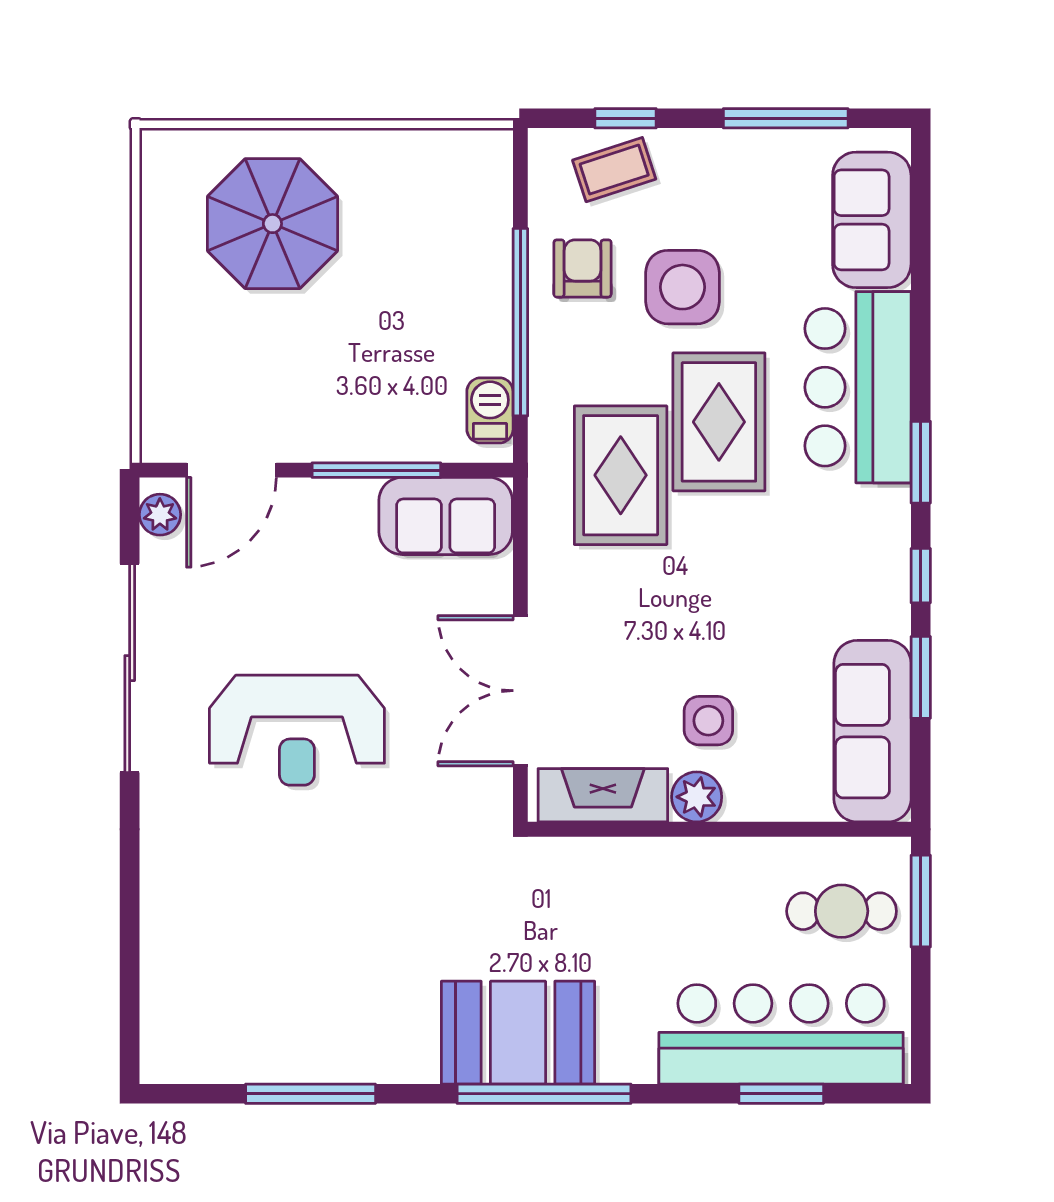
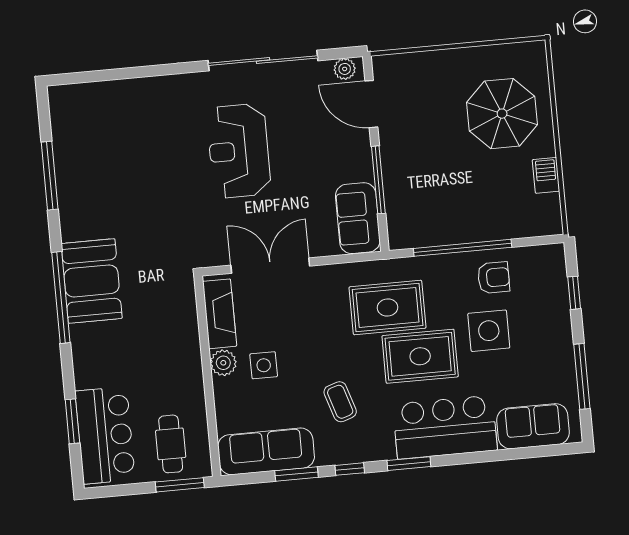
coffee table: (614, 170) -> (340, 402), moved
barbecue: (490, 410) -> (546, 175), moved, turned -90
bar counter: (781, 1034) -> (105, 435), width x0.73

